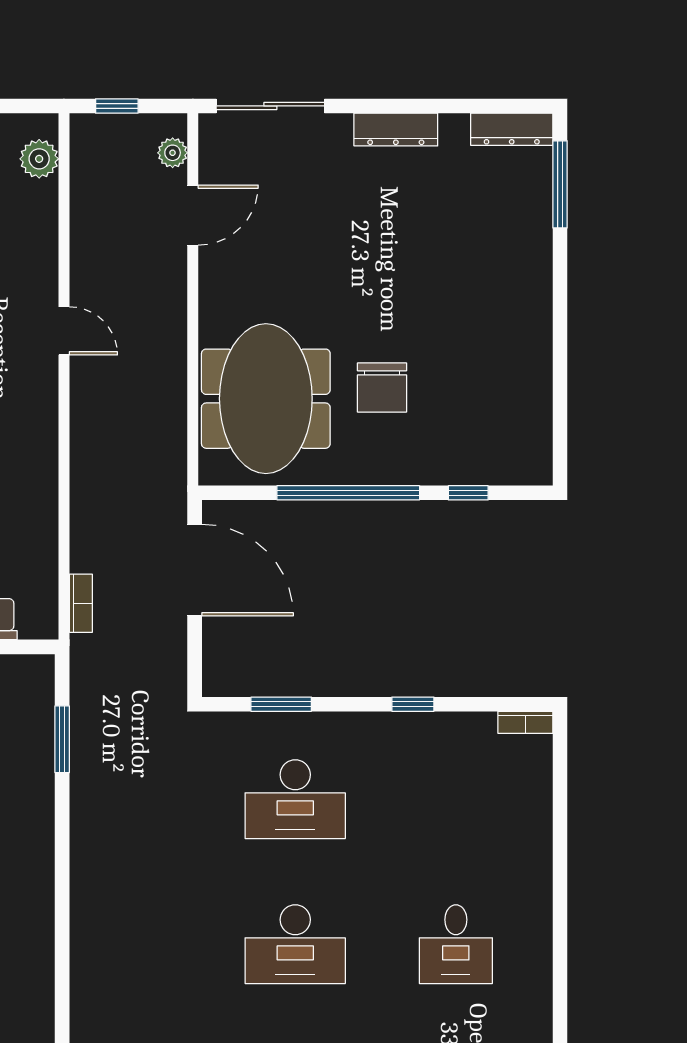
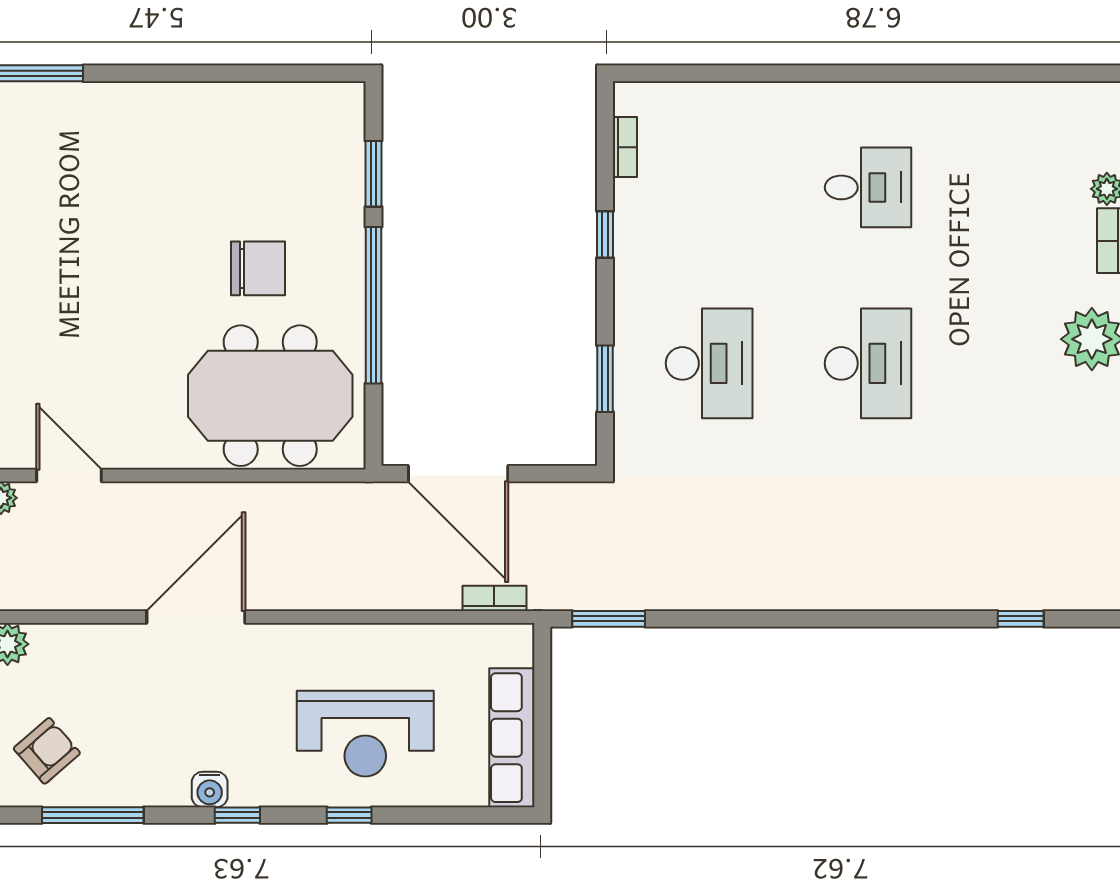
door: (64, 331) -> (196, 617), width x1.88
window: (468, 493) -> (373, 174), width x1.50
door: (195, 570) -> (458, 474), swing flipped
bookcase: (525, 722) -> (625, 147), moved
window: (62, 739) -> (609, 619), moved

